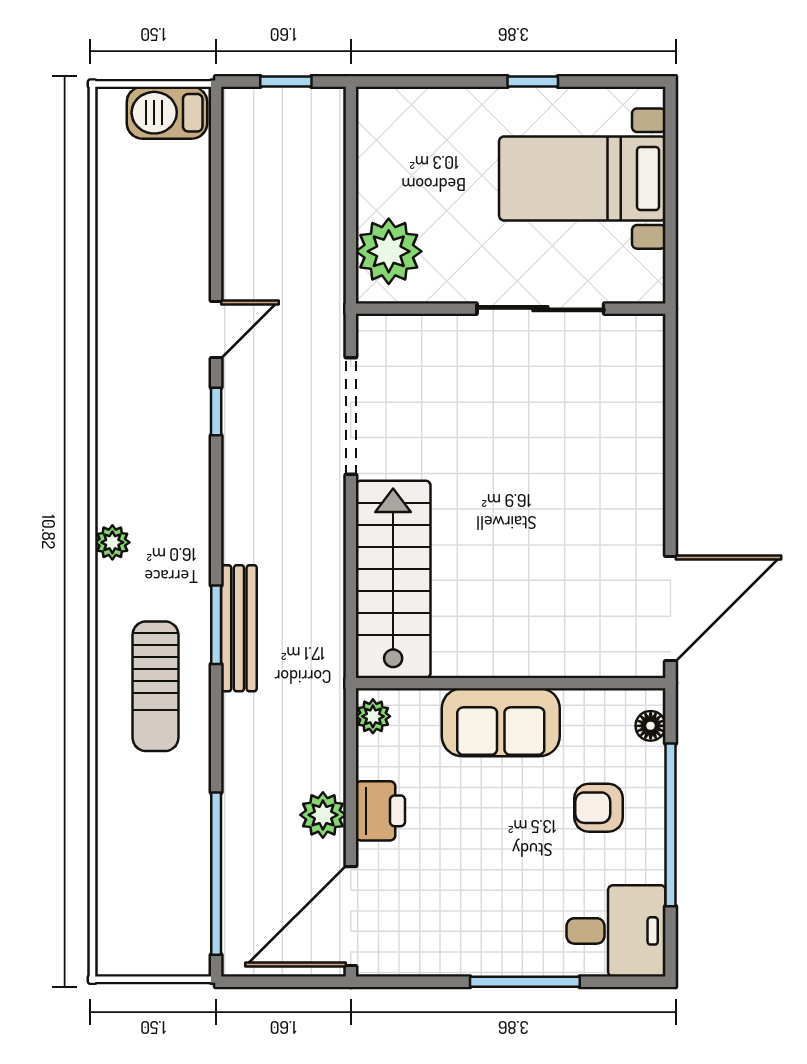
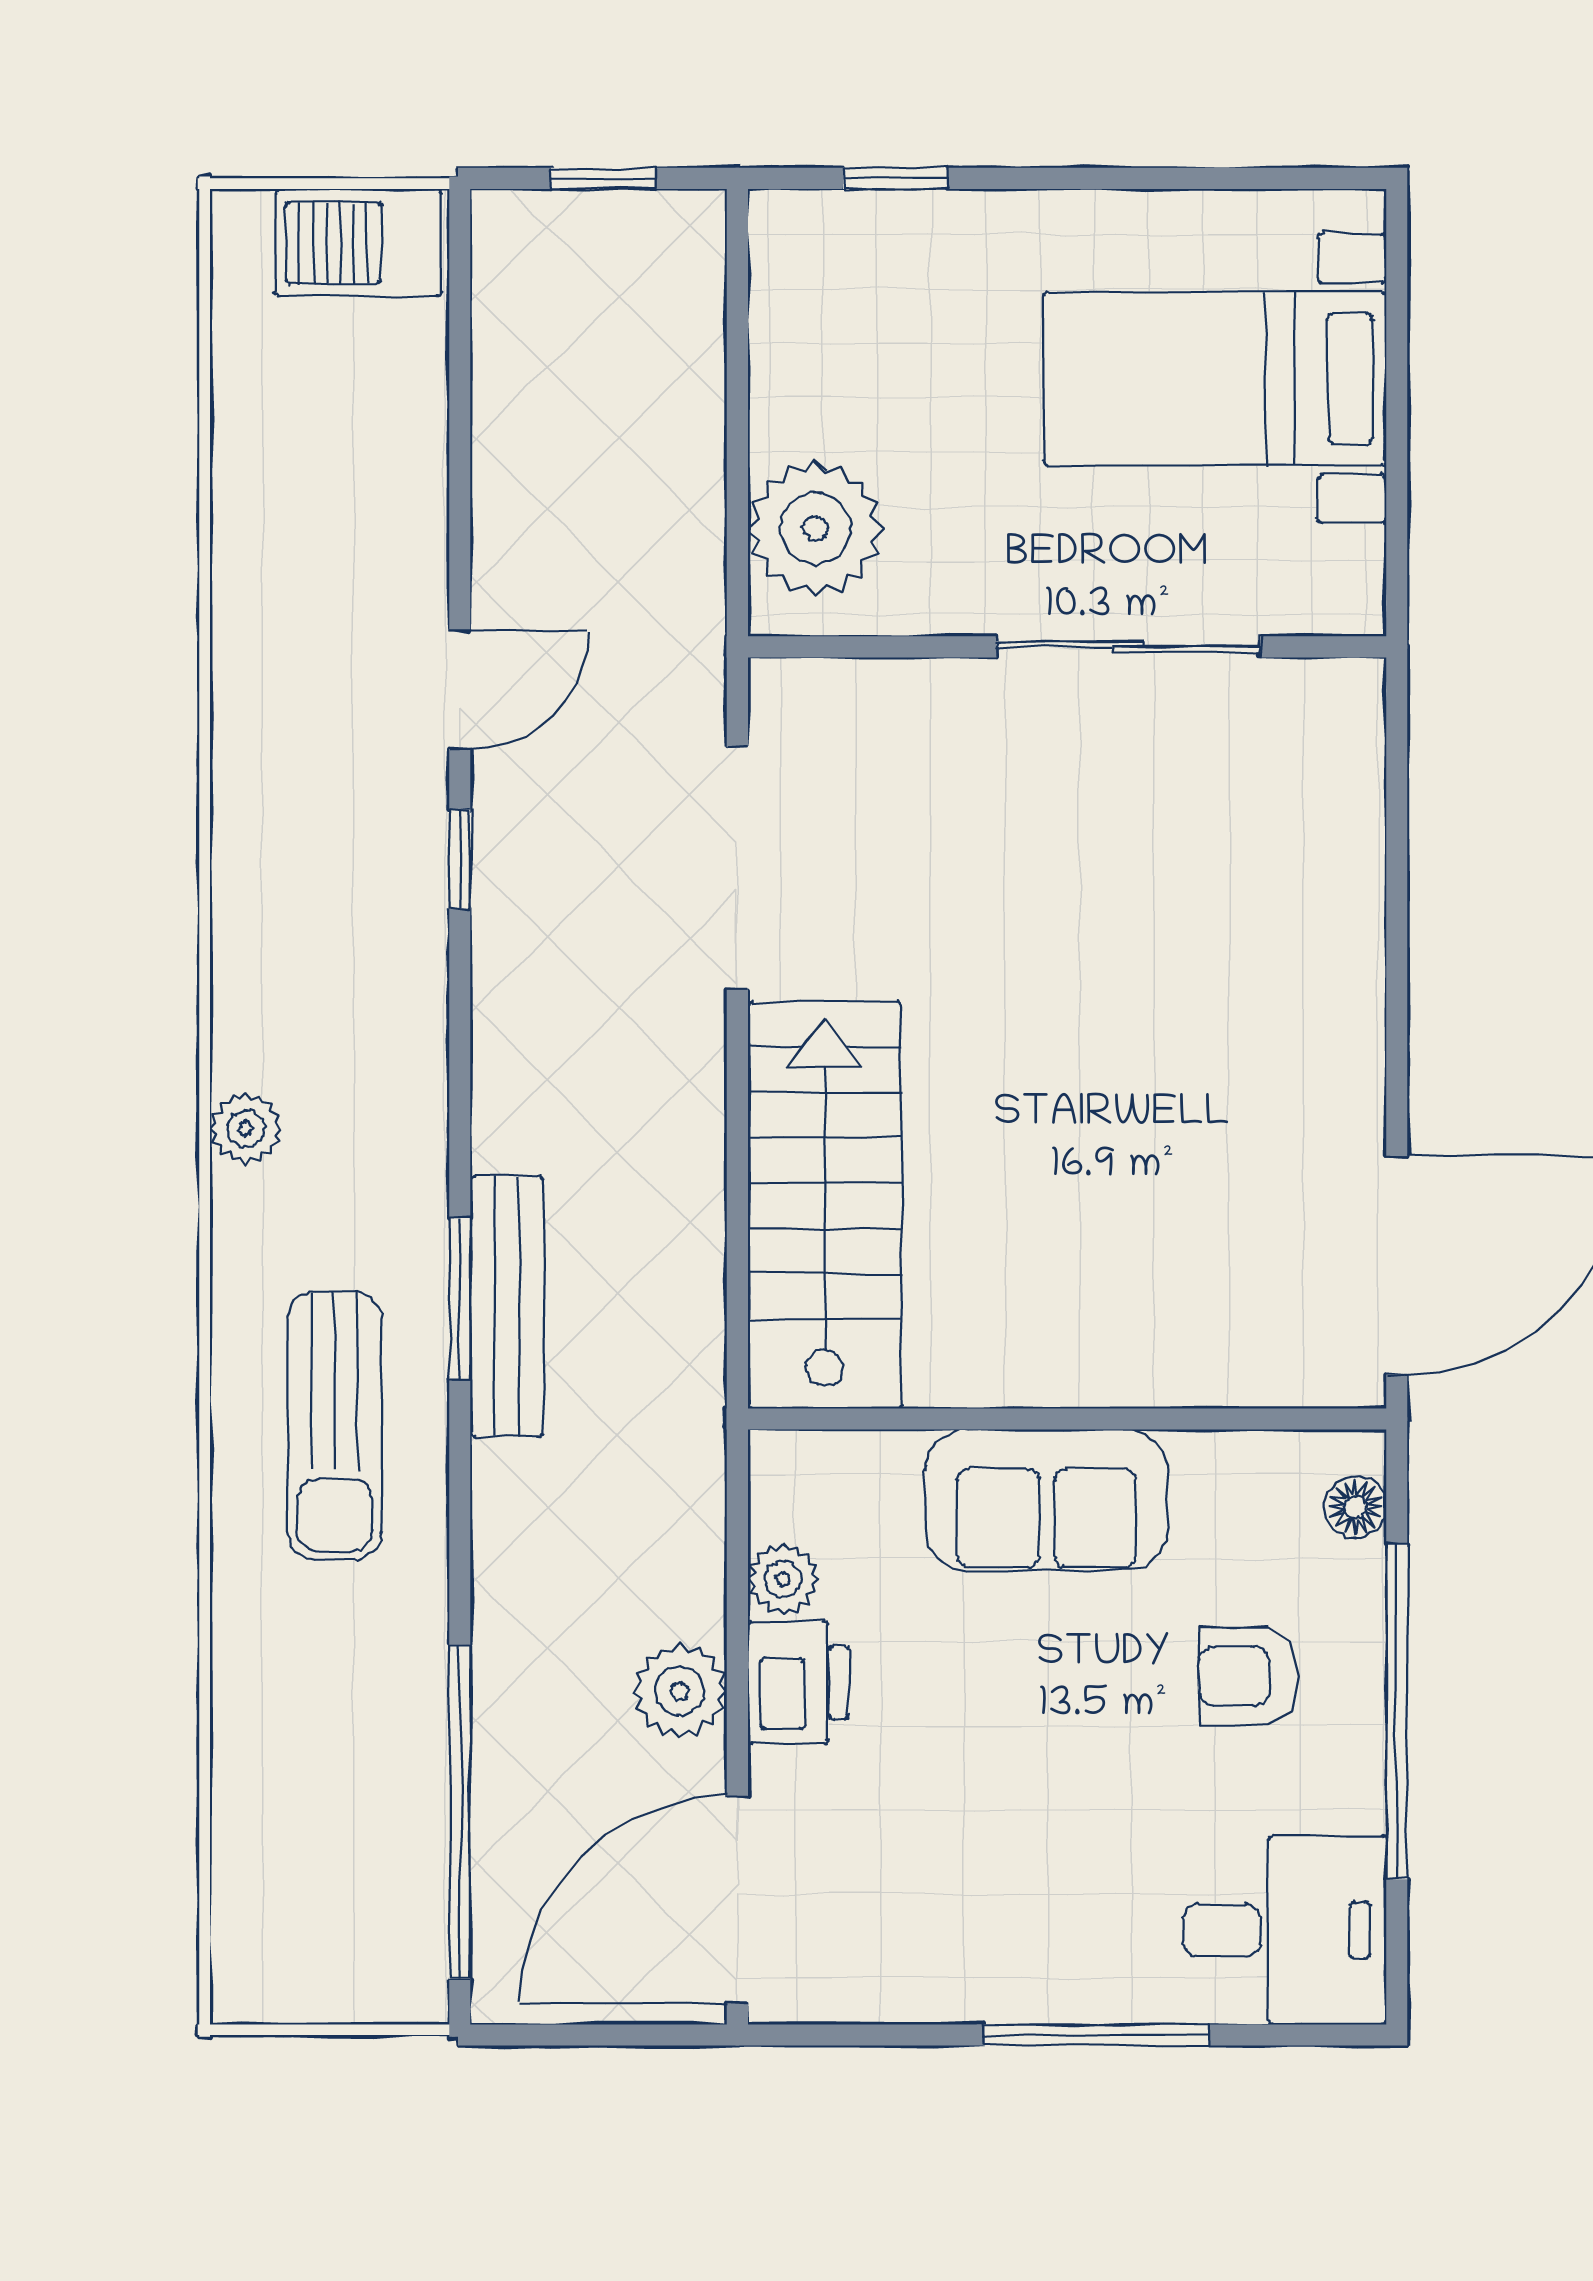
window: (533, 81) -> (895, 178), moved
plant: (373, 716) -> (783, 1579), moved

